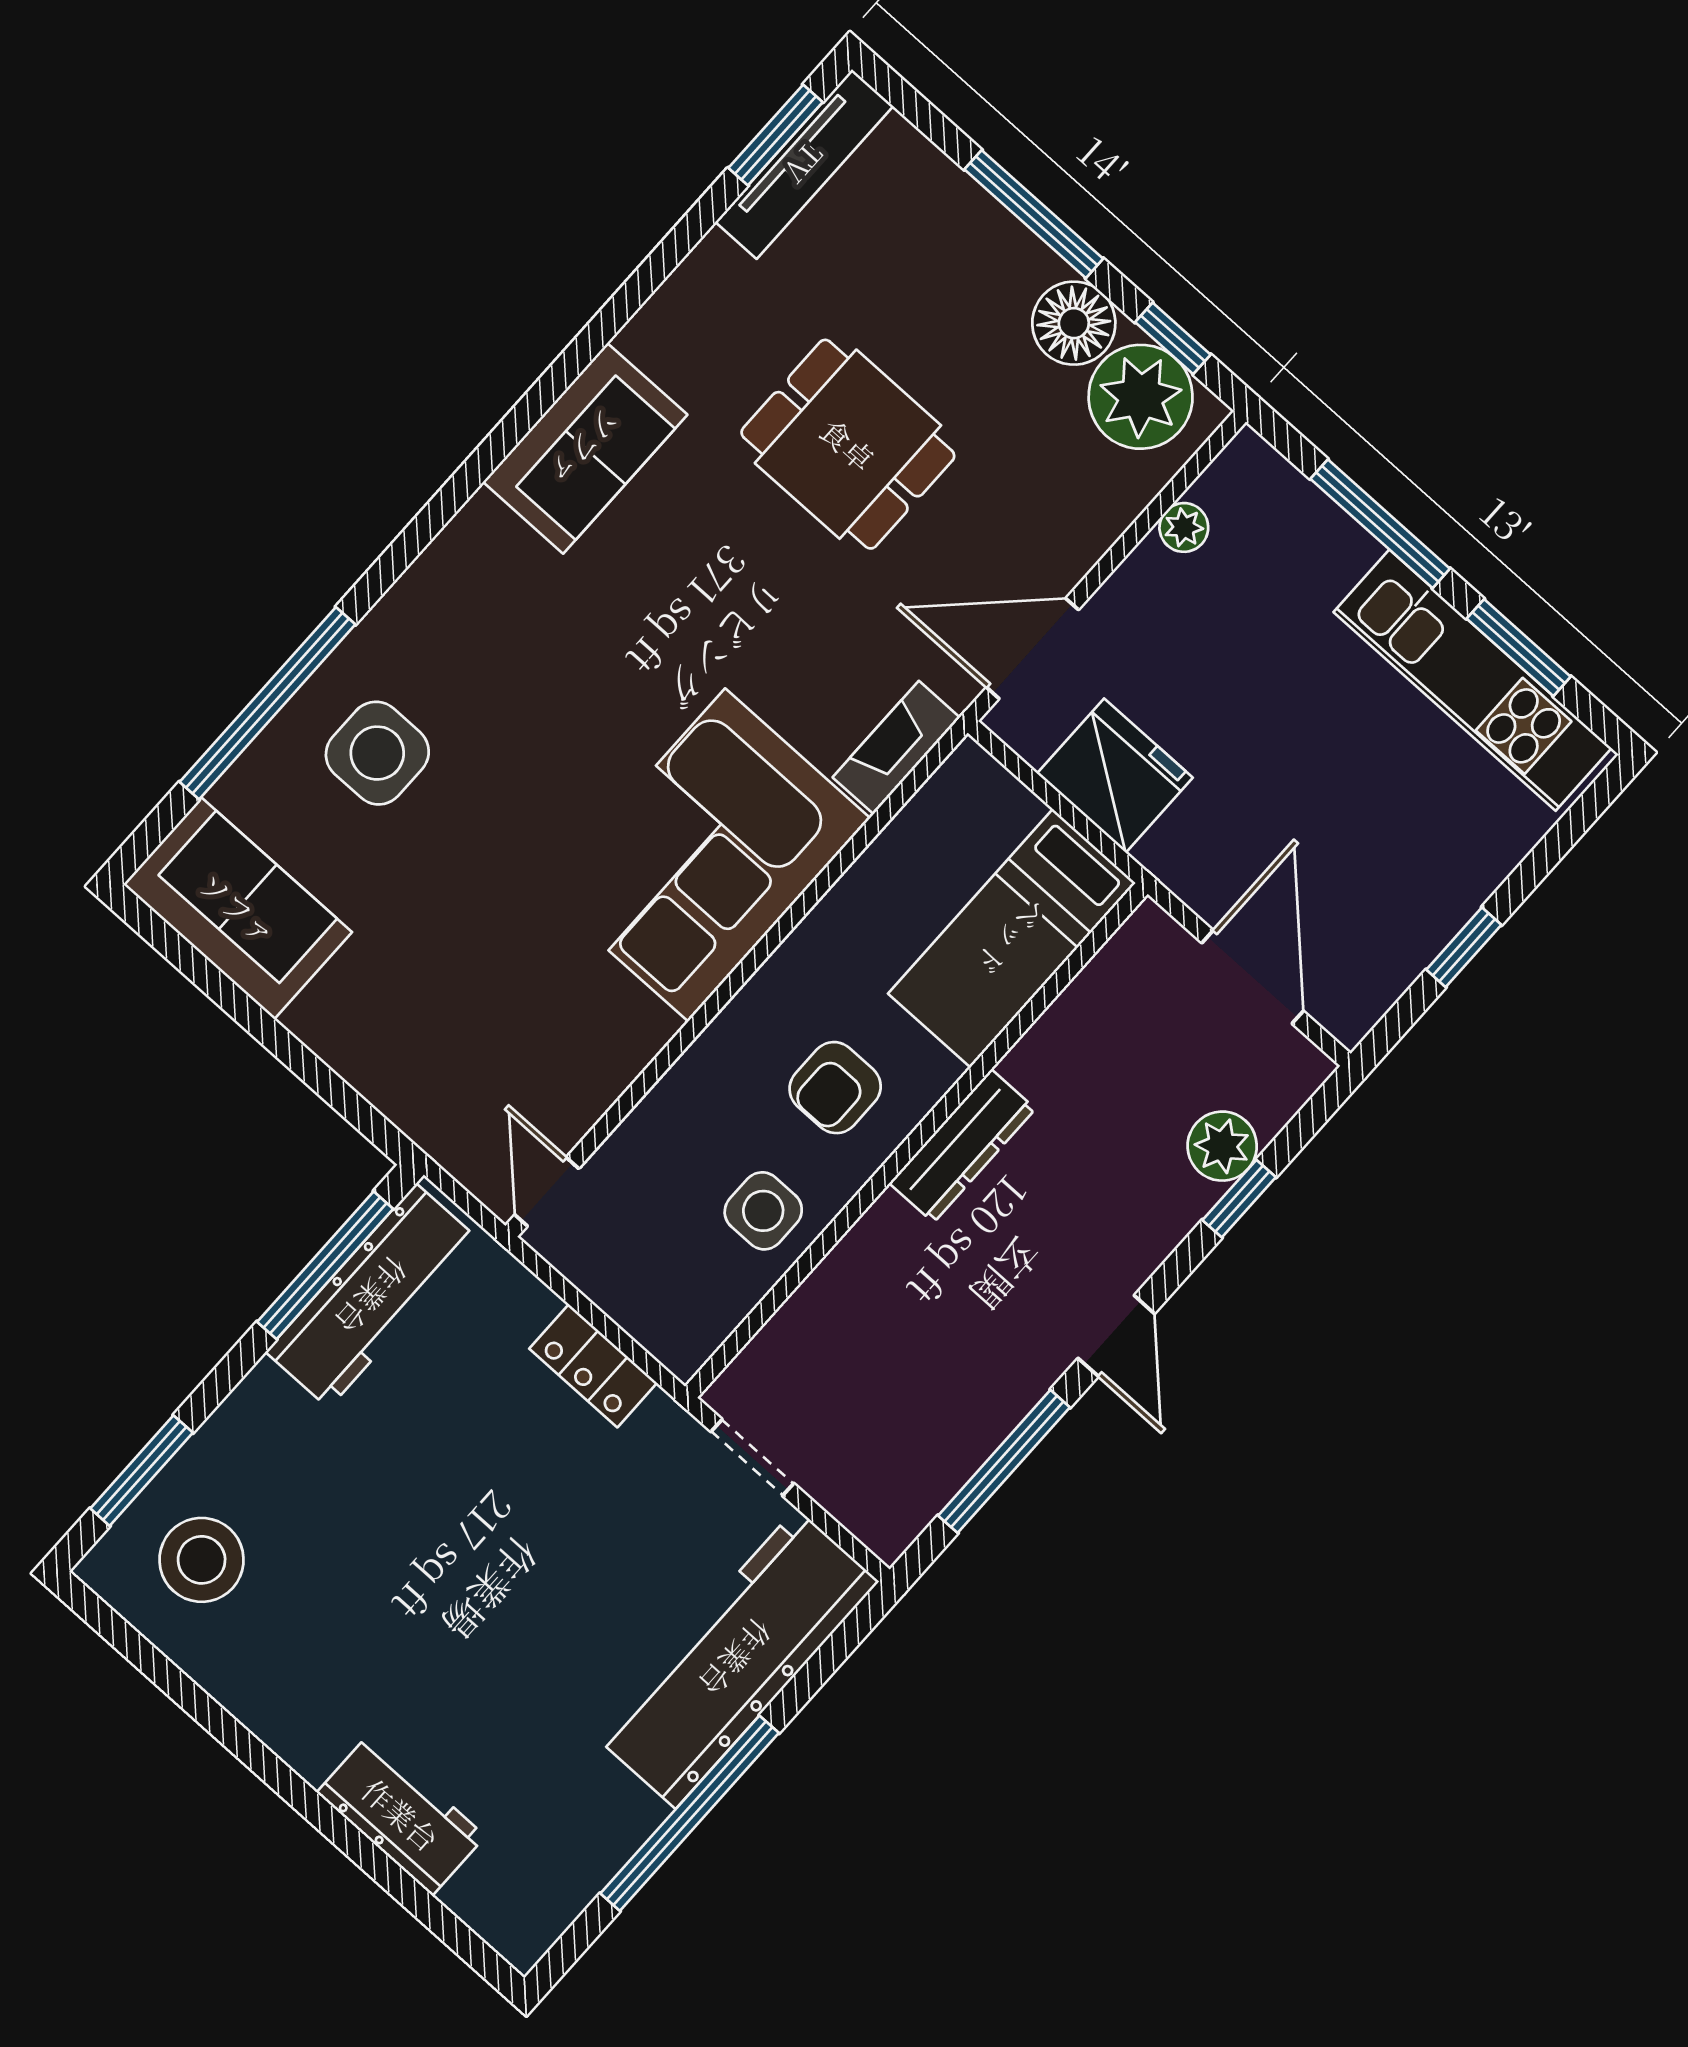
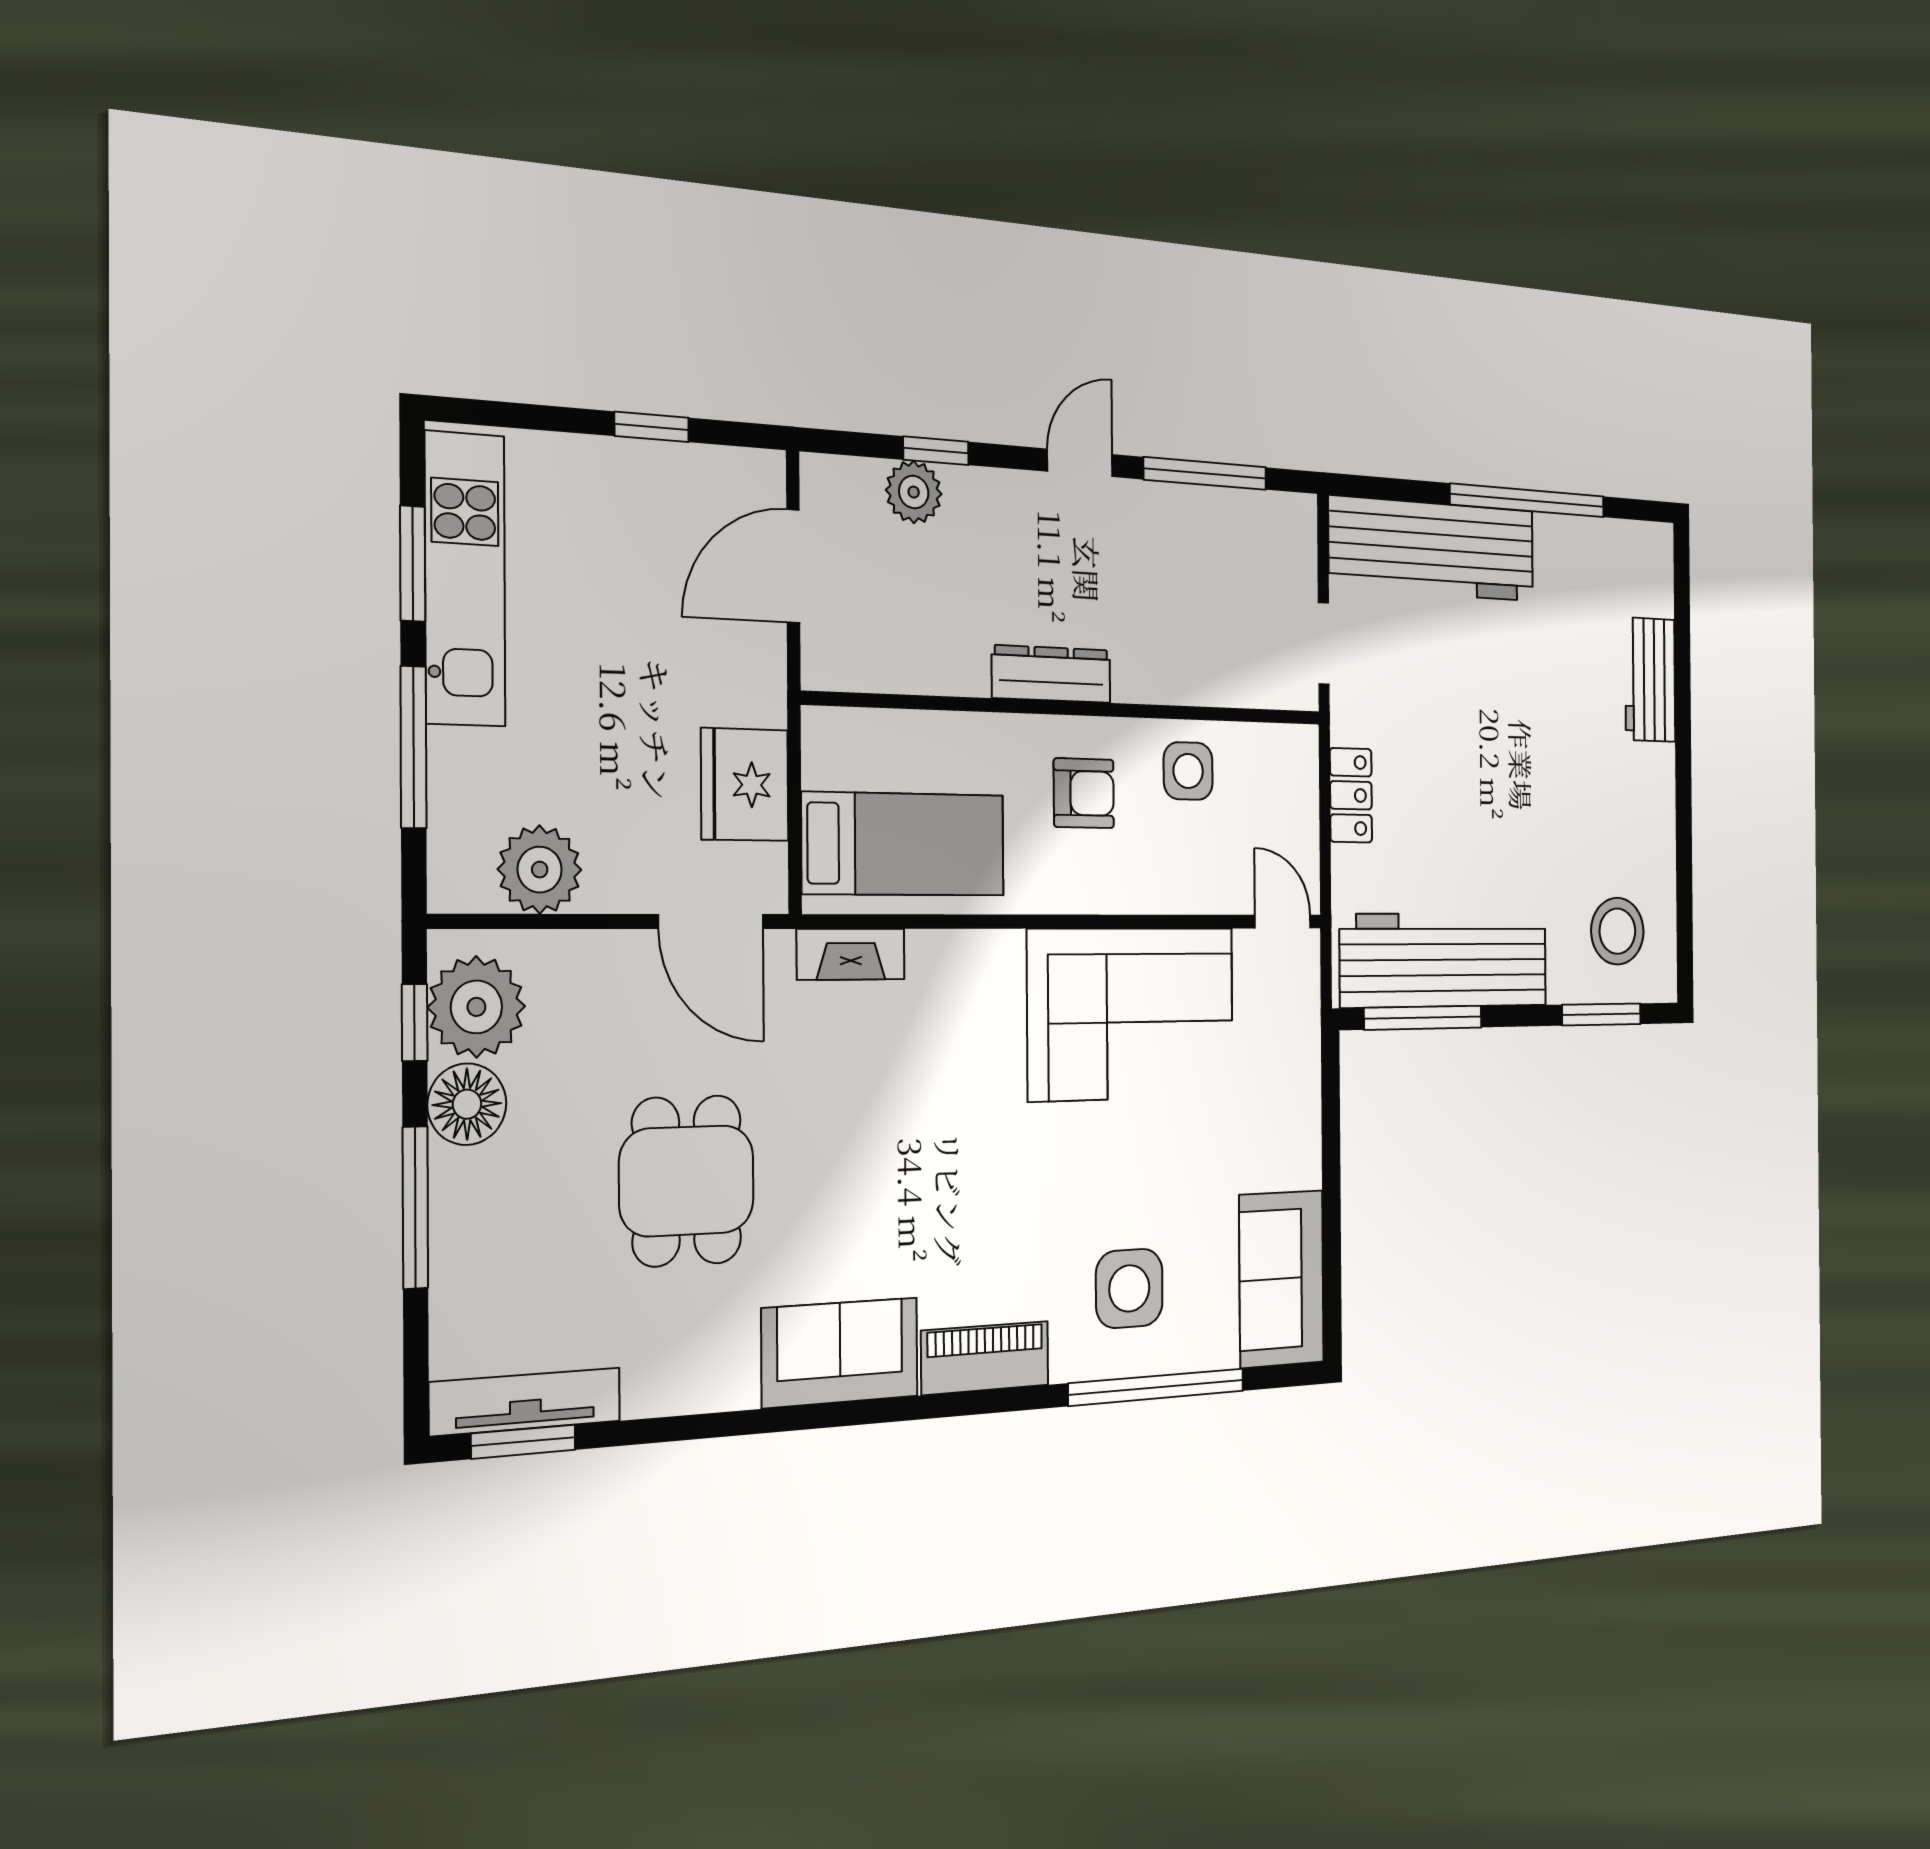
plant: (1184, 527) -> (540, 870), width x1.87, depth x1.87
piano: (453, 569) -> (985, 1358), added
corner sofa: (707, 855) -> (1131, 1014), moved
bed: (1012, 938) -> (904, 844), moved
door: (547, 1192) -> (1283, 922), swing flipped
workbench: (372, 1296) -> (1444, 960), width x1.36, depth x1.32

